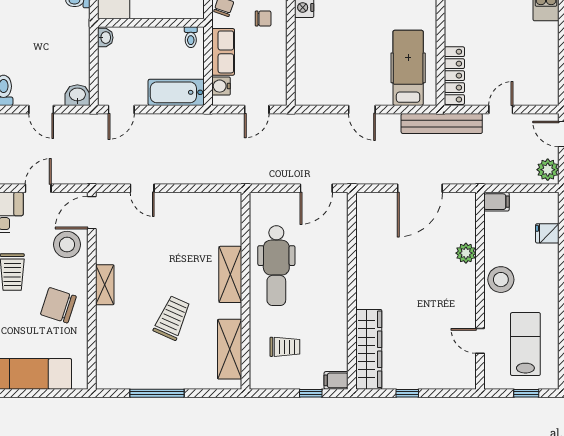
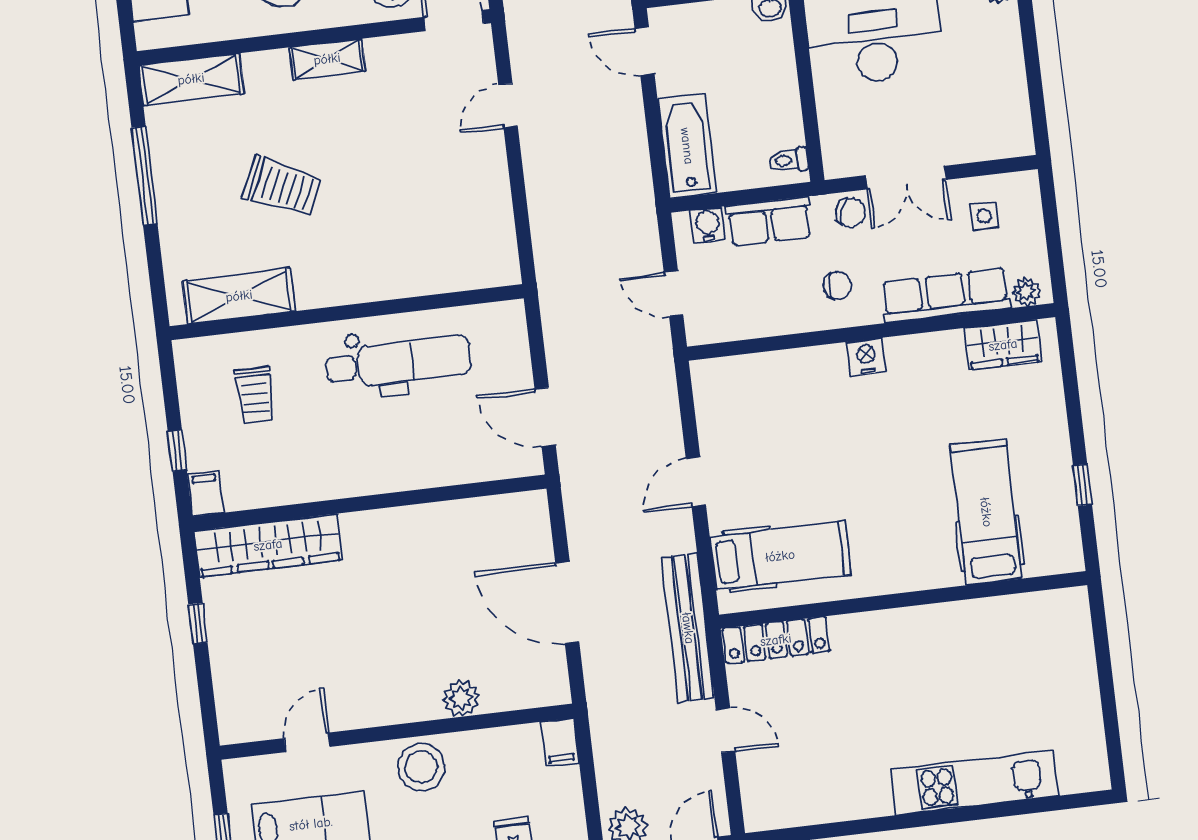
chair: (263, 19) -> (837, 286), turned -90
dental chair: (276, 266) -> (398, 362), turned 180
shelving: (230, 274) -> (191, 79), moved

